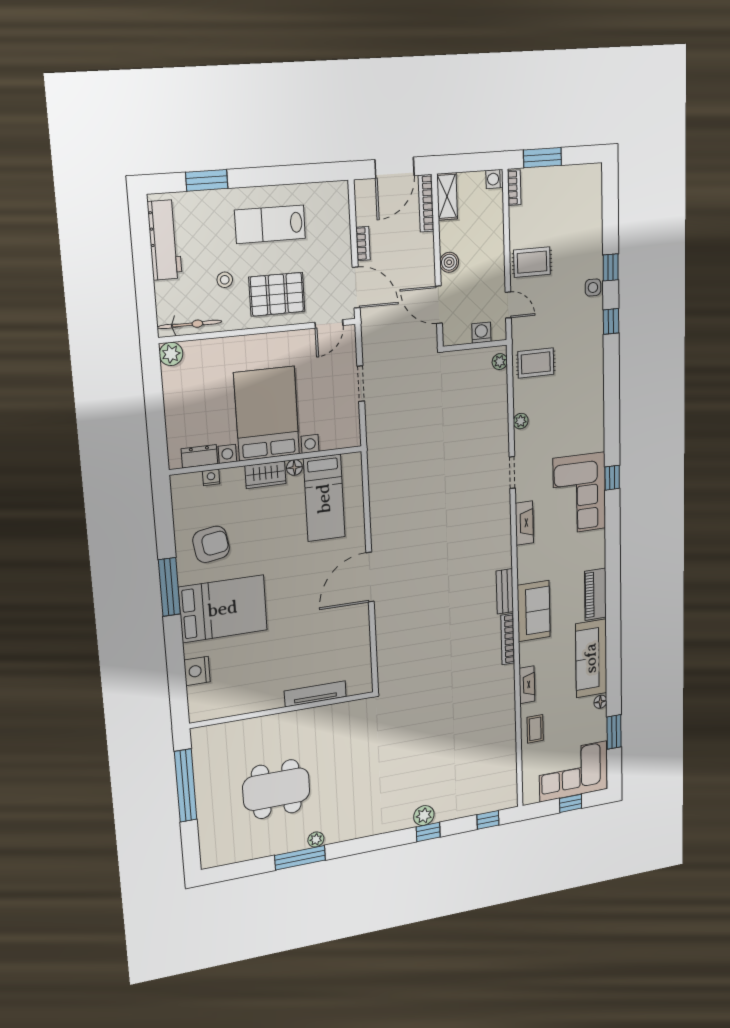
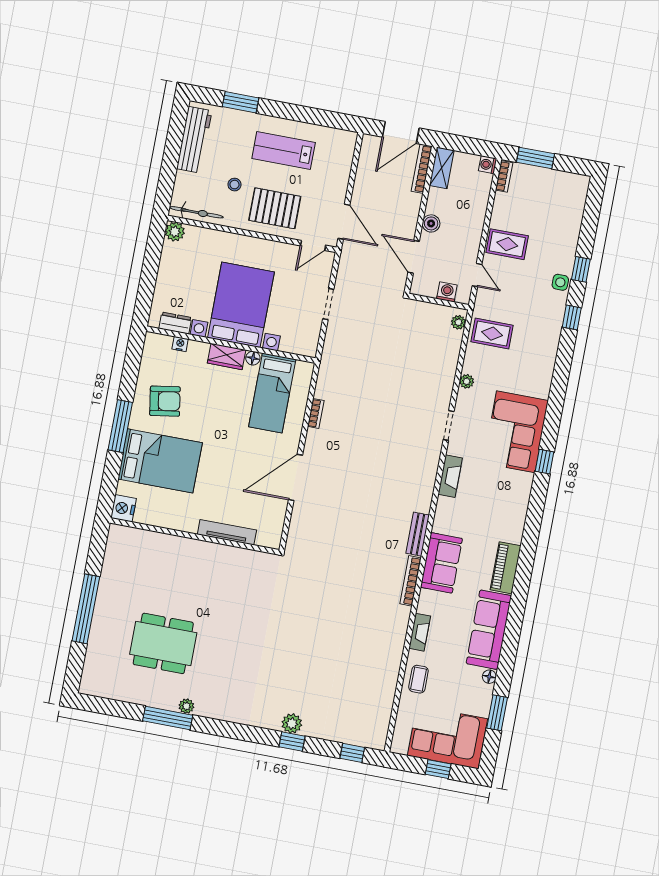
bookcase: (363, 244) -> (316, 413), moved
corner sofa: (579, 494) -> (516, 432), moved
tv unit: (315, 694) -> (227, 532), moved
wall: (283, 710) -> (195, 536), moved

